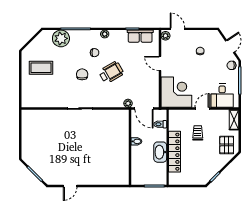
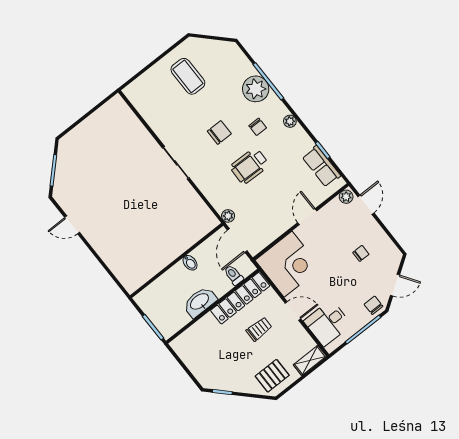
plant: (61, 38) -> (256, 89), moved
wheelchair: (111, 72) -> (250, 166), turned 121
locker: (174, 152) -> (240, 298), moved

